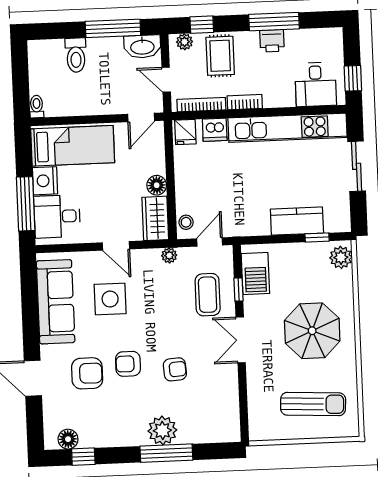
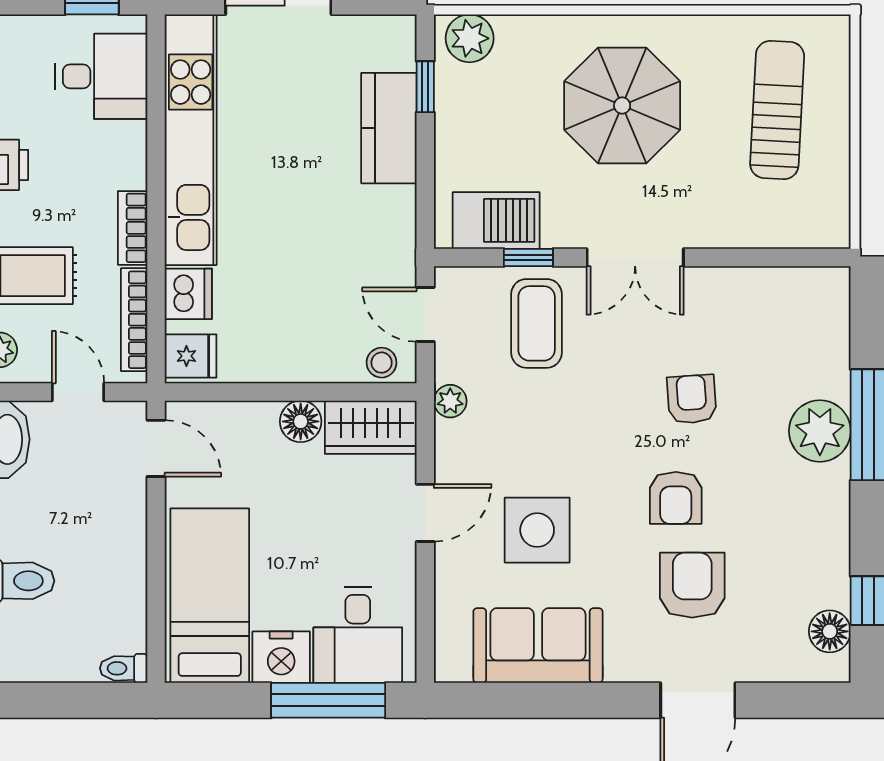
door: (166, 80) -> (78, 392), swing flipped
coffee table: (208, 295) -> (537, 323), turned 90
sofa: (56, 302) -> (538, 646), width x0.73

